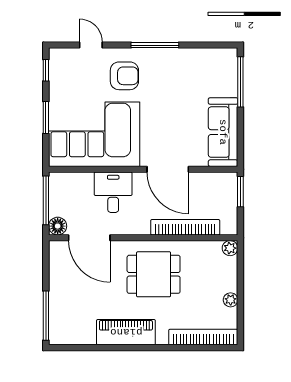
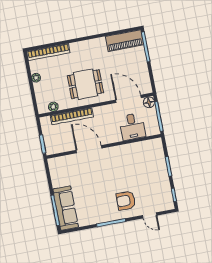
sofa: (223, 132) -> (66, 208), moved
corner sofa: (94, 134) -> (137, 162), removed
desk: (113, 192) -> (132, 127), moved
plant: (230, 248) -> (53, 107), moved
piano: (126, 332) -> (124, 41), moved

